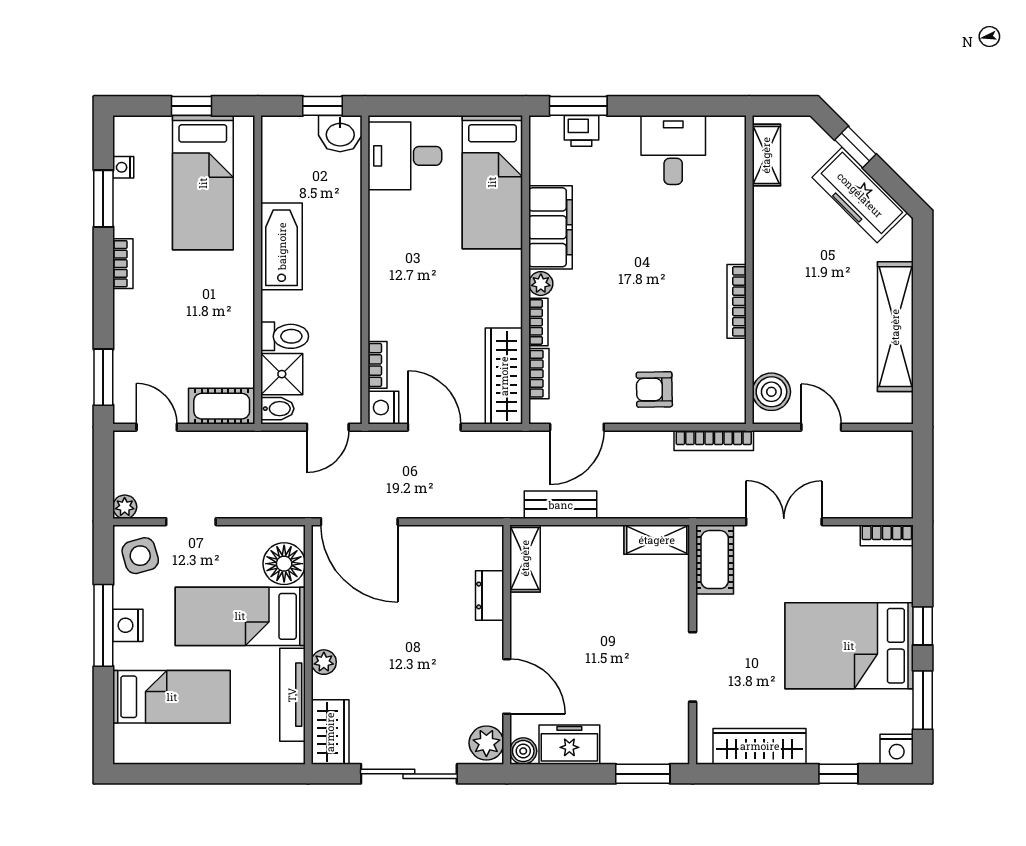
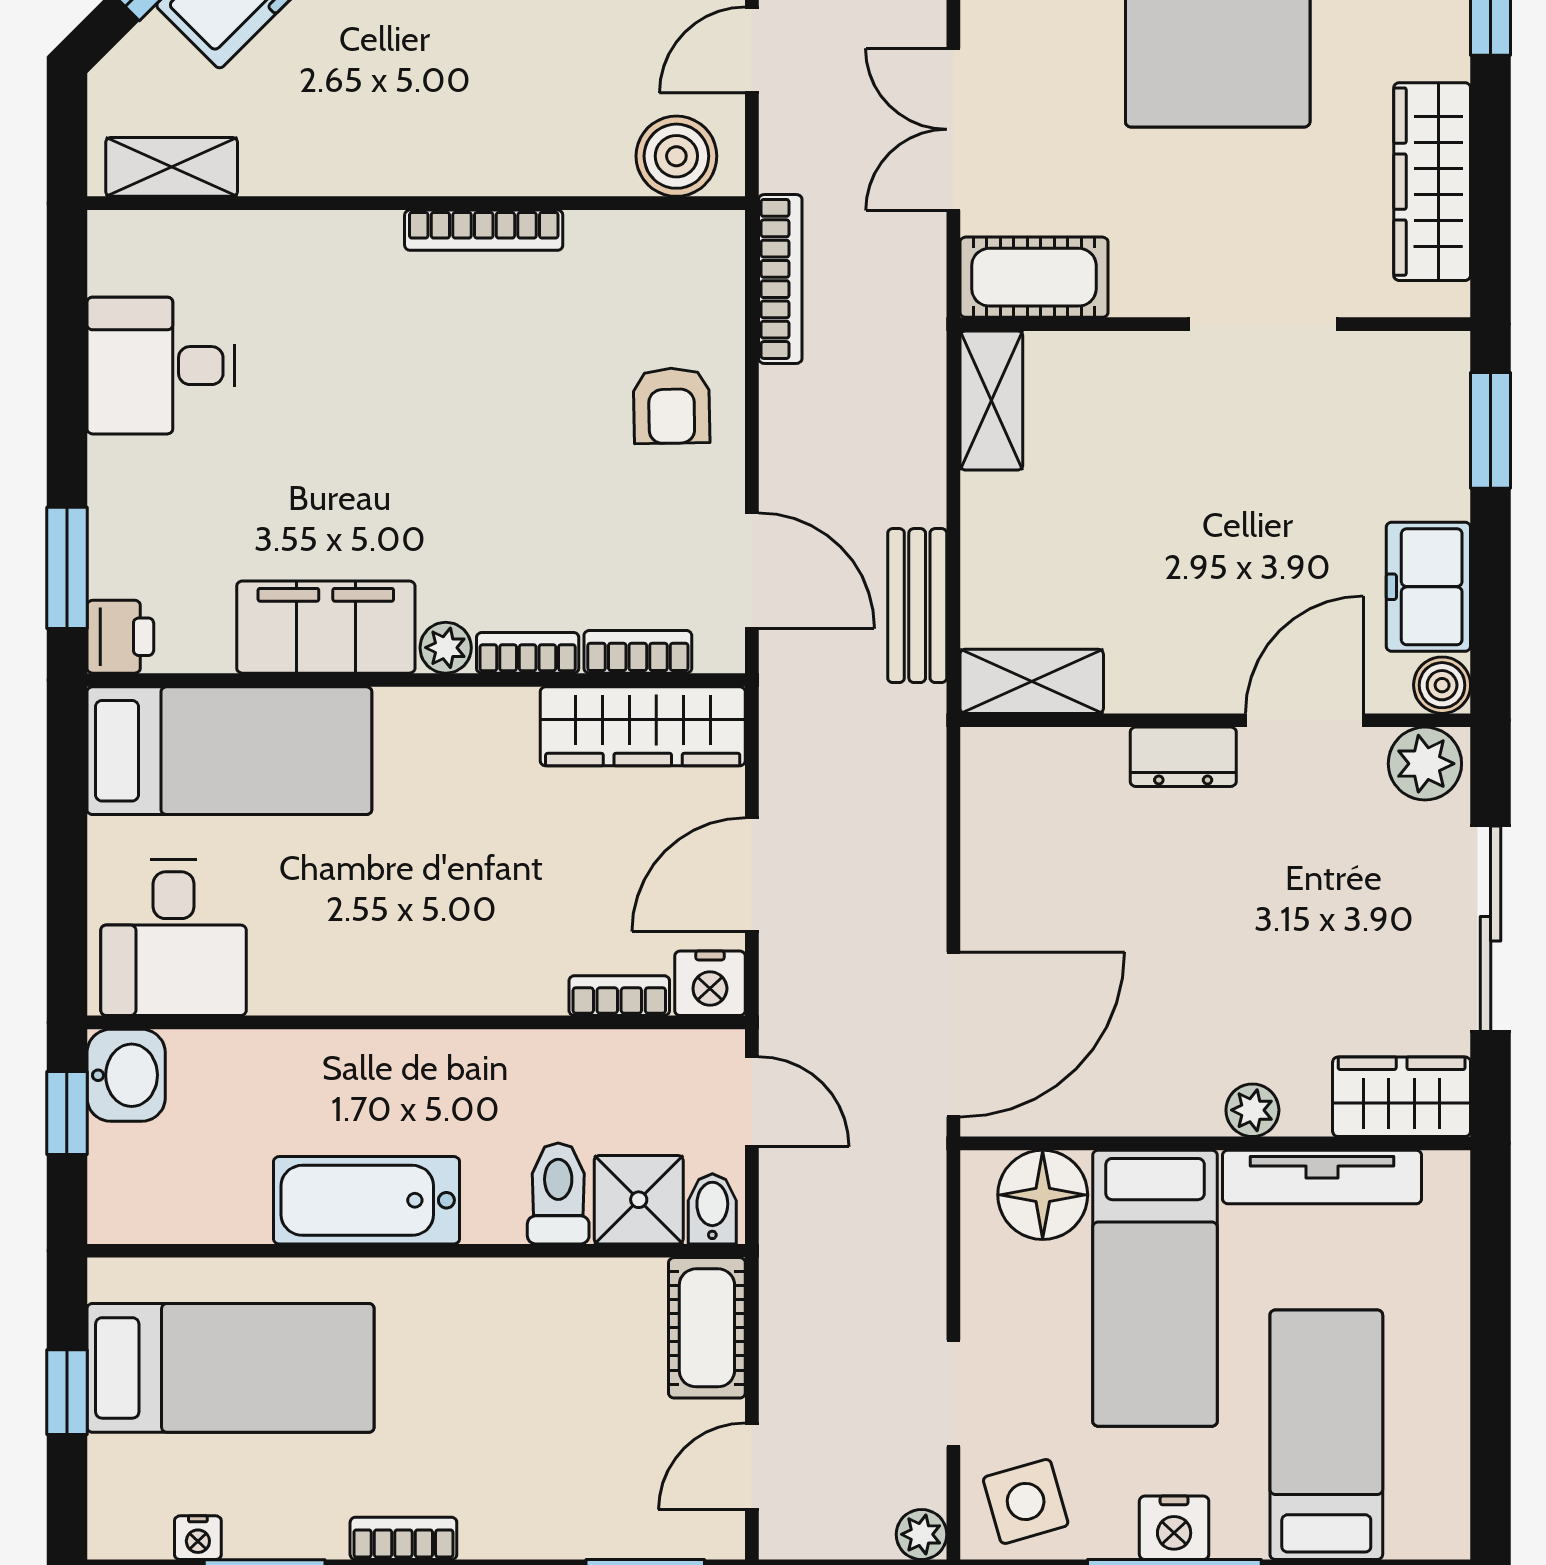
printer: (581, 131) -> (120, 637), moved
dresser: (490, 595) -> (1183, 757), moved

